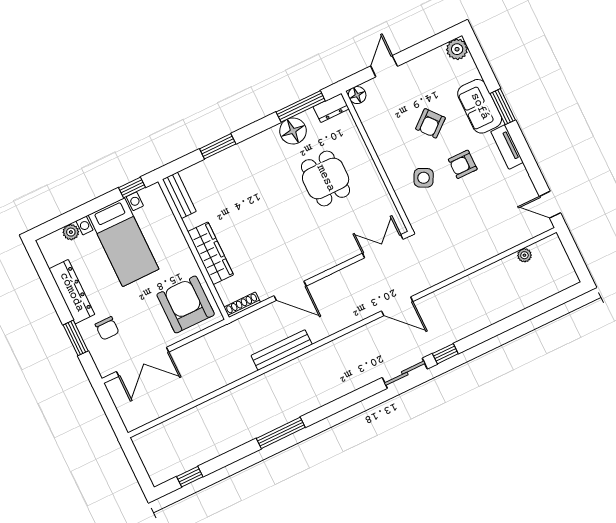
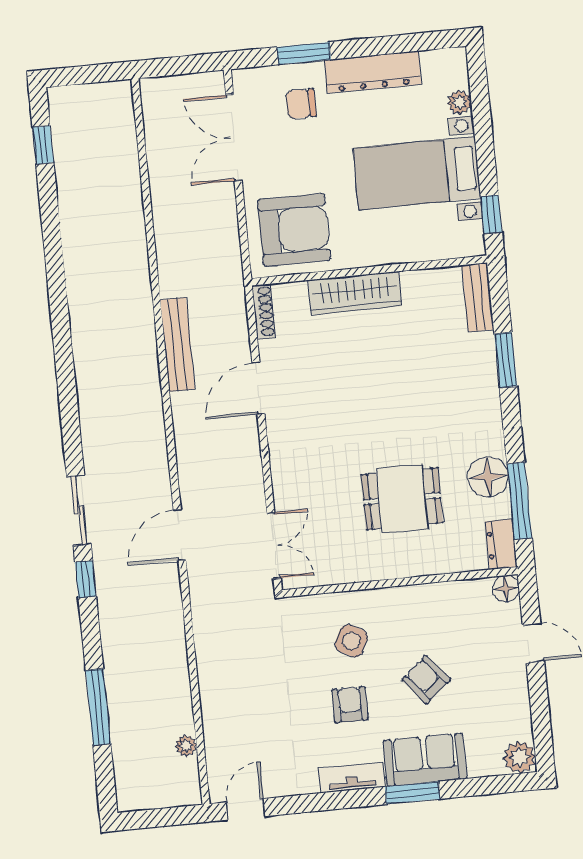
bench: (179, 195) -> (478, 297), moved, turned 90
window: (281, 433) -> (98, 707), moved

